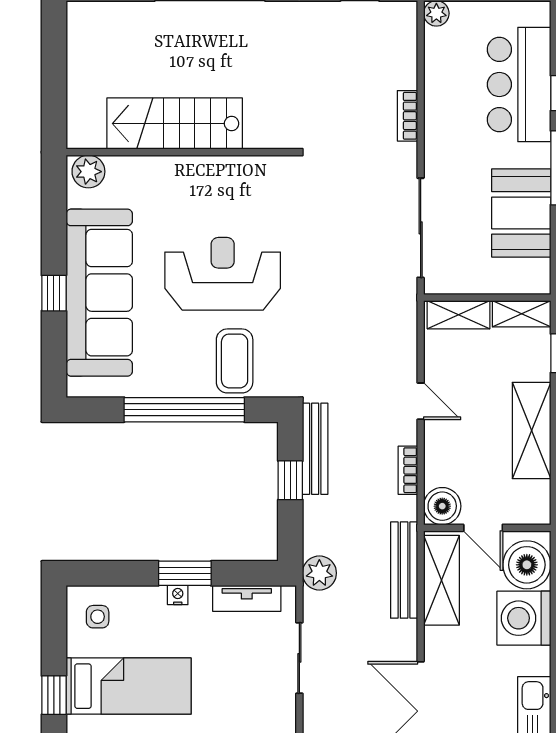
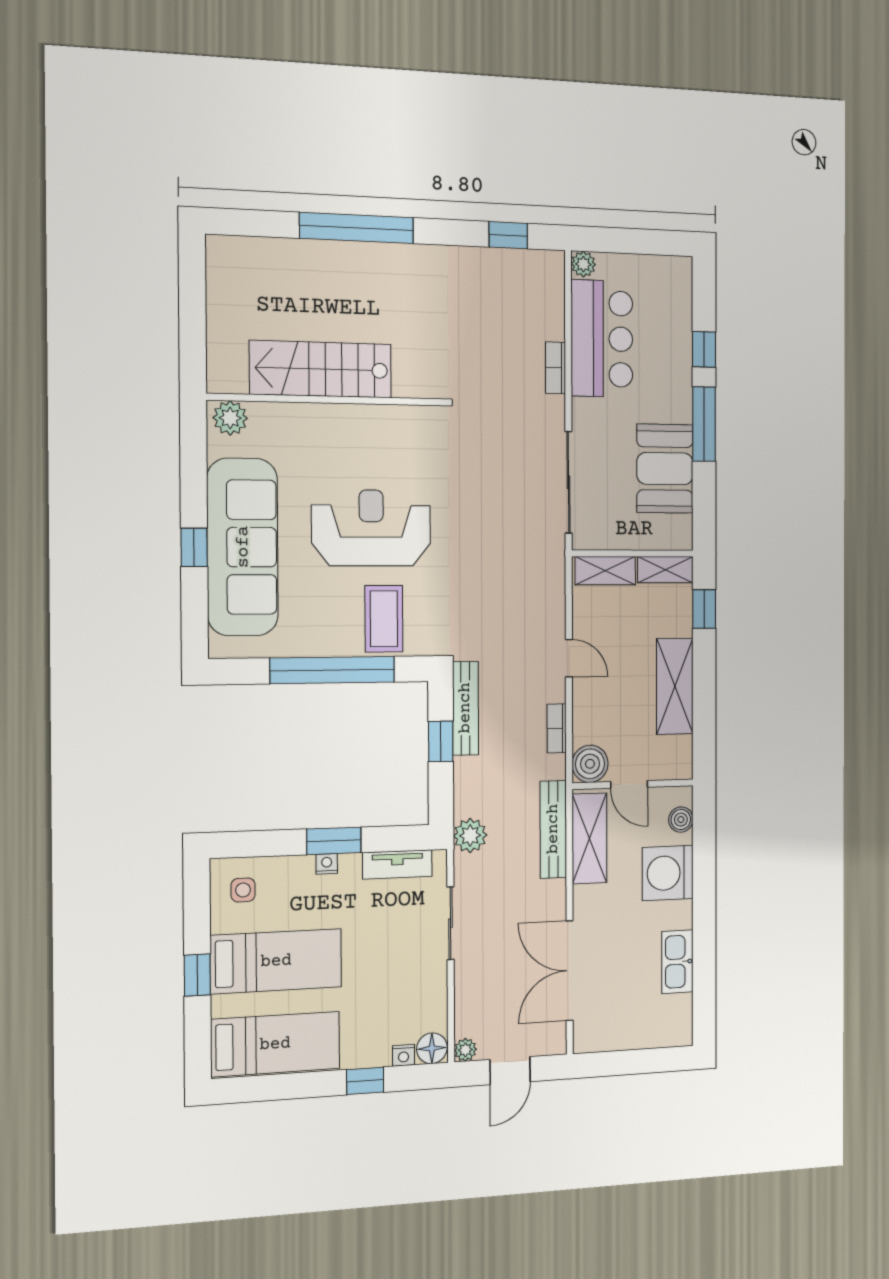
bar counter: (519, 84) -> (602, 339), moved, turned 180
boiler: (527, 565) -> (681, 820), width x0.54, depth x0.54

